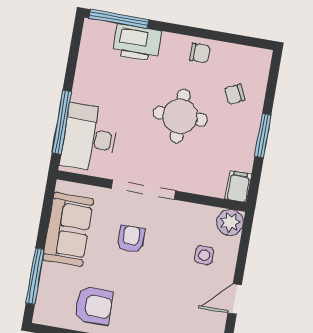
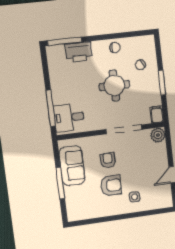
desk: (89, 138) -> (69, 117), width x0.73
doorway: (143, 190) -> (124, 129), moved
side table: (204, 255) -> (135, 197), moved
window: (35, 276) -> (60, 183), moved
armchair: (94, 306) -> (111, 185), moved

